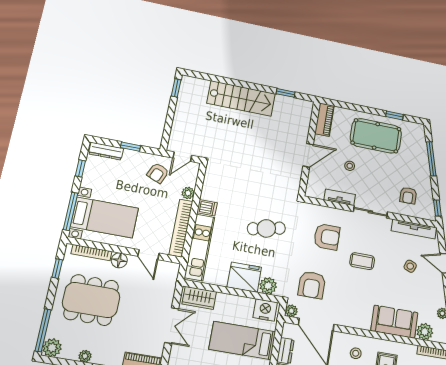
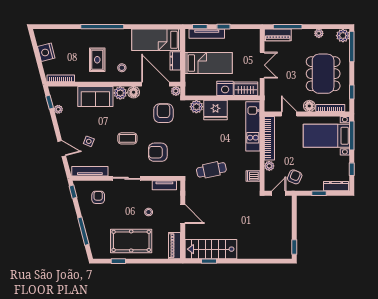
stairs: (241, 98) -> (211, 249), moved
door: (308, 155) -> (183, 214), swing flipped
tv unit: (340, 197) -> (164, 185), moved
dishwasher: (207, 208) -> (253, 176), moved
cafe table: (266, 228) -> (211, 170), moved
dining table: (91, 300) -> (323, 74), turned 90
nightstand: (265, 310) -> (225, 88), moved
floor lamp: (346, 319) -> (134, 92), added
double door: (172, 326) -> (262, 65), swing flipped
plant: (425, 332) -> (120, 93), moved

